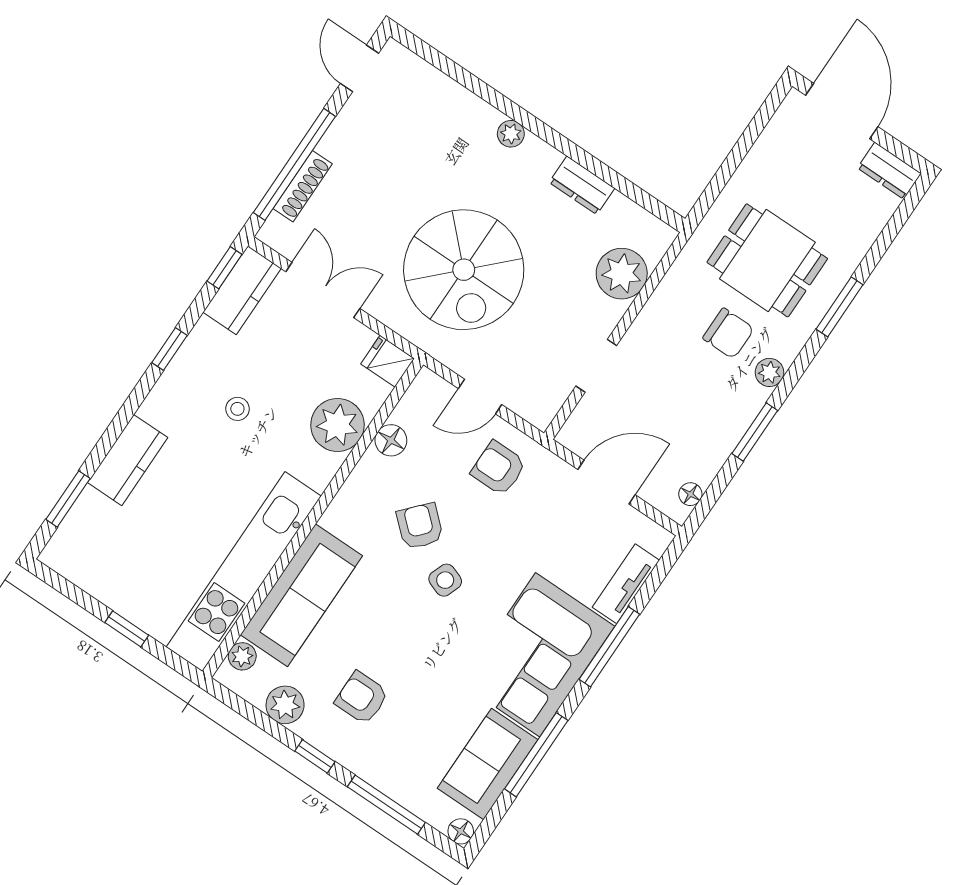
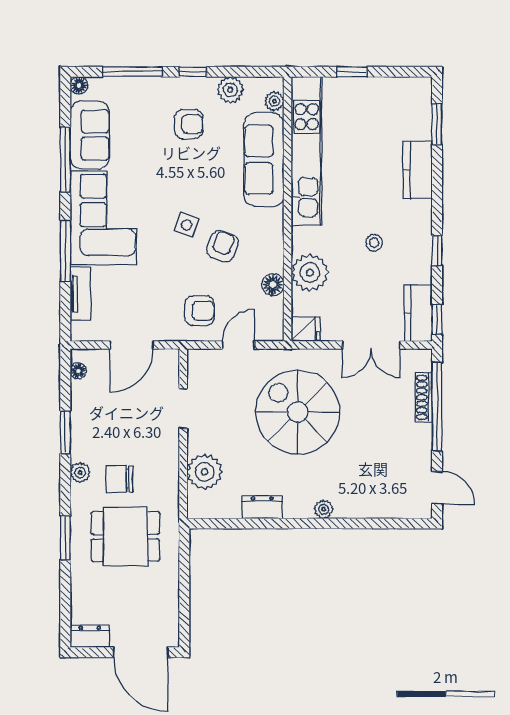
armchair: (420, 526) -> (222, 246), turned -112

